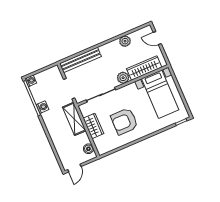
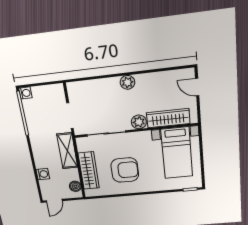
plant: (125, 41) -> (128, 82), moved
bench: (80, 60) -> (93, 86), removed
washing machine: (42, 107) -> (43, 174), moved
armchair: (124, 121) -> (125, 170), turned 180
wardrobe: (93, 126) -> (89, 171), width x1.50

